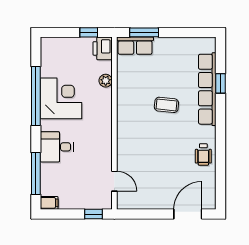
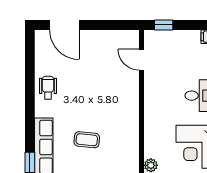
door: (188, 214) -> (64, 25), hinge flipped

